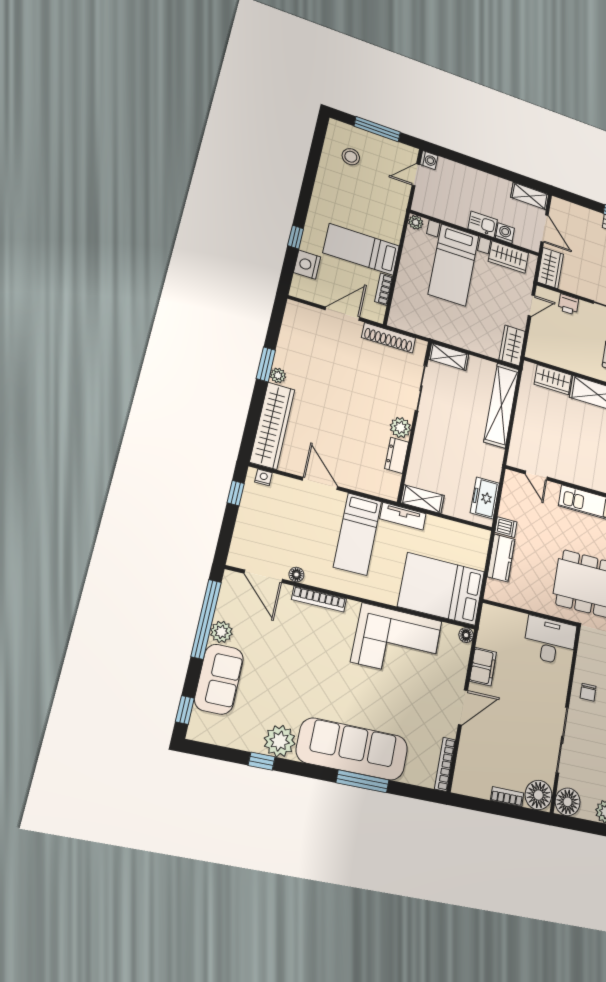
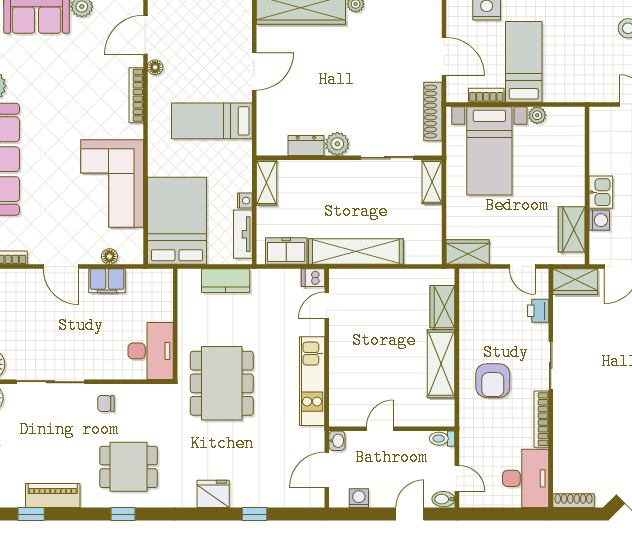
plant: (416, 222) -> (537, 115), moved
bed with nightstands: (453, 265) -> (489, 151), moved, turned -90
shelving: (501, 405) -> (356, 251), moved
nightstand: (263, 477) -> (245, 201), moved
tv unit: (403, 516) -> (243, 234), moved
dishwasher: (506, 527) -> (313, 278), moved, turned 90
floor lamp: (466, 635) -> (109, 256), moved

